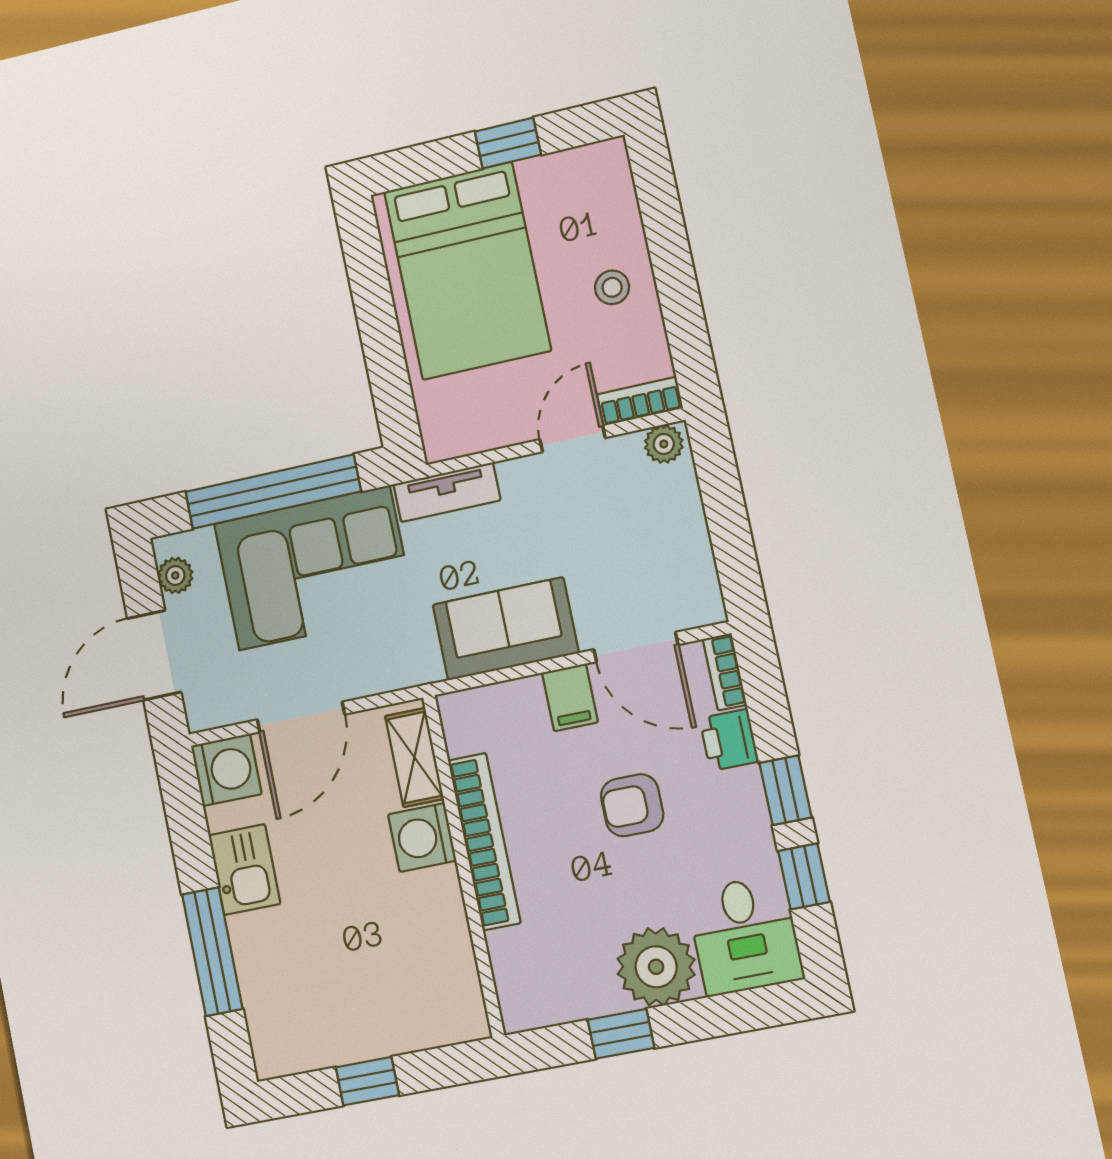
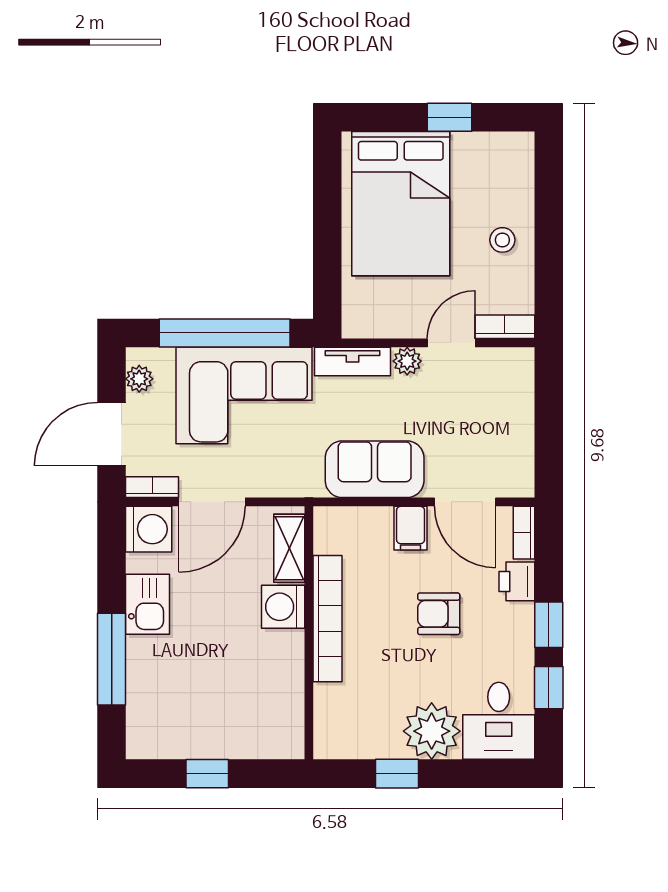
plant: (664, 444) -> (407, 361), moved
bookcase: (220, 714) -> (152, 487), added

